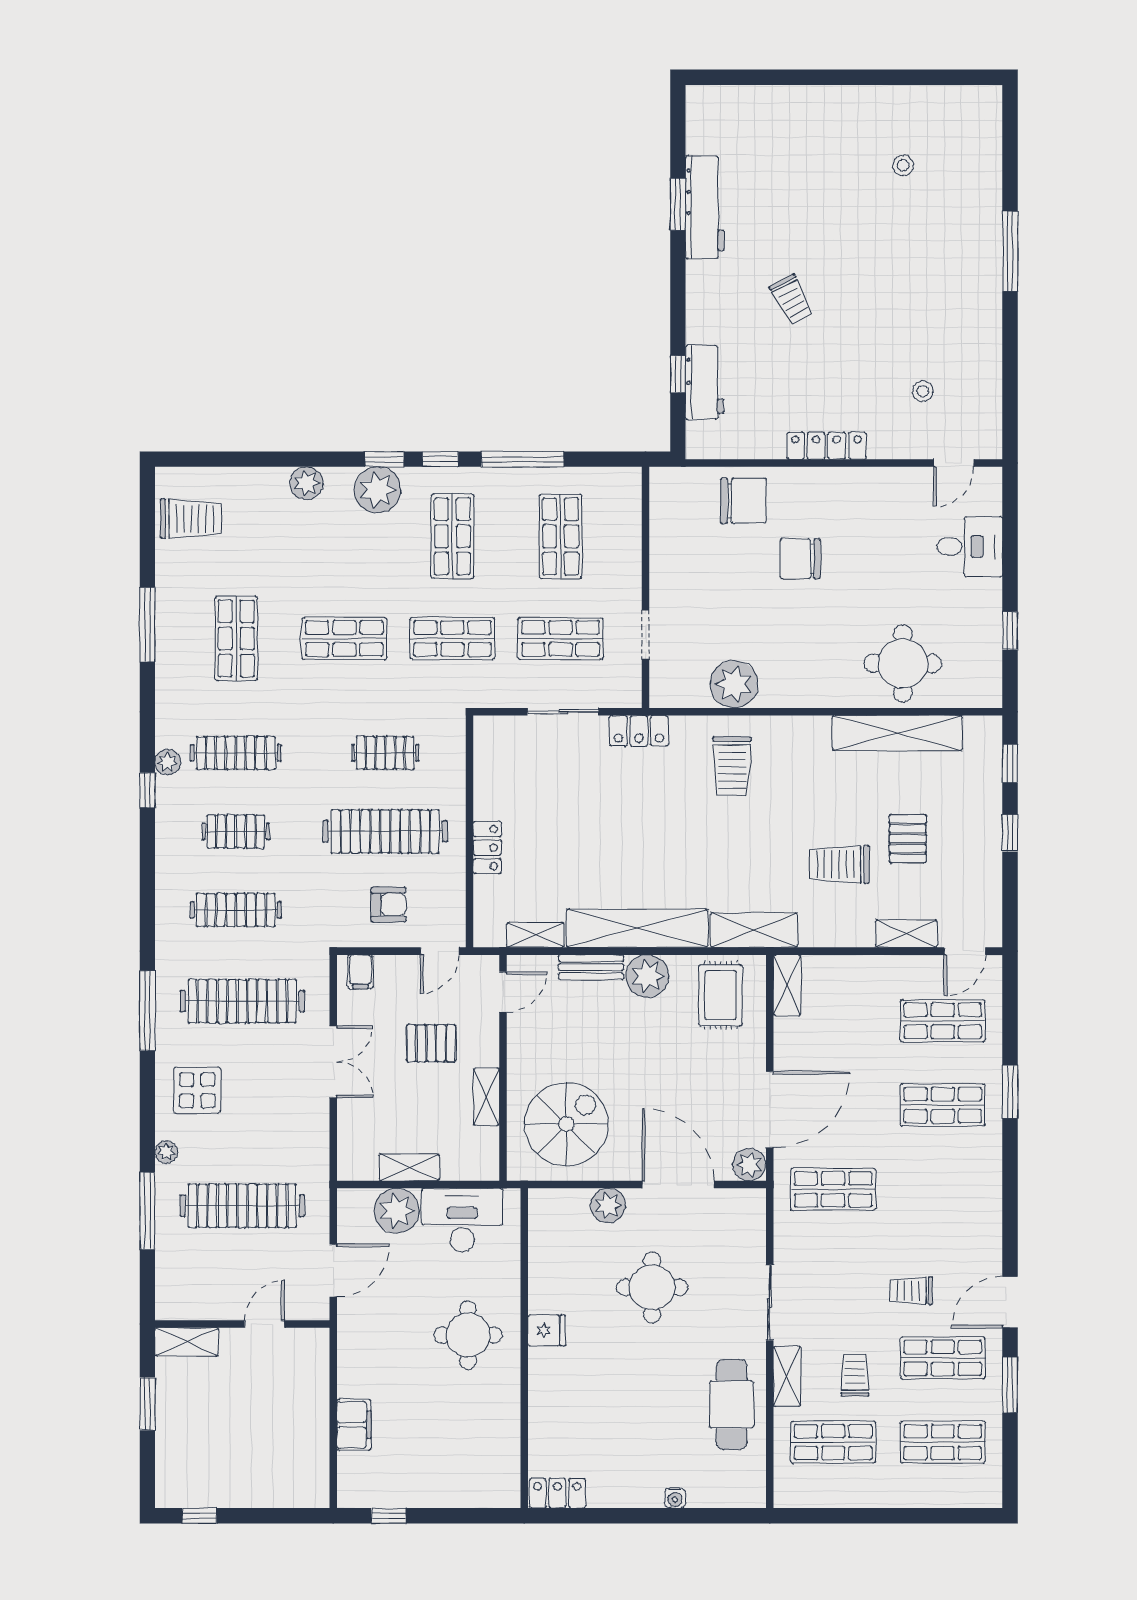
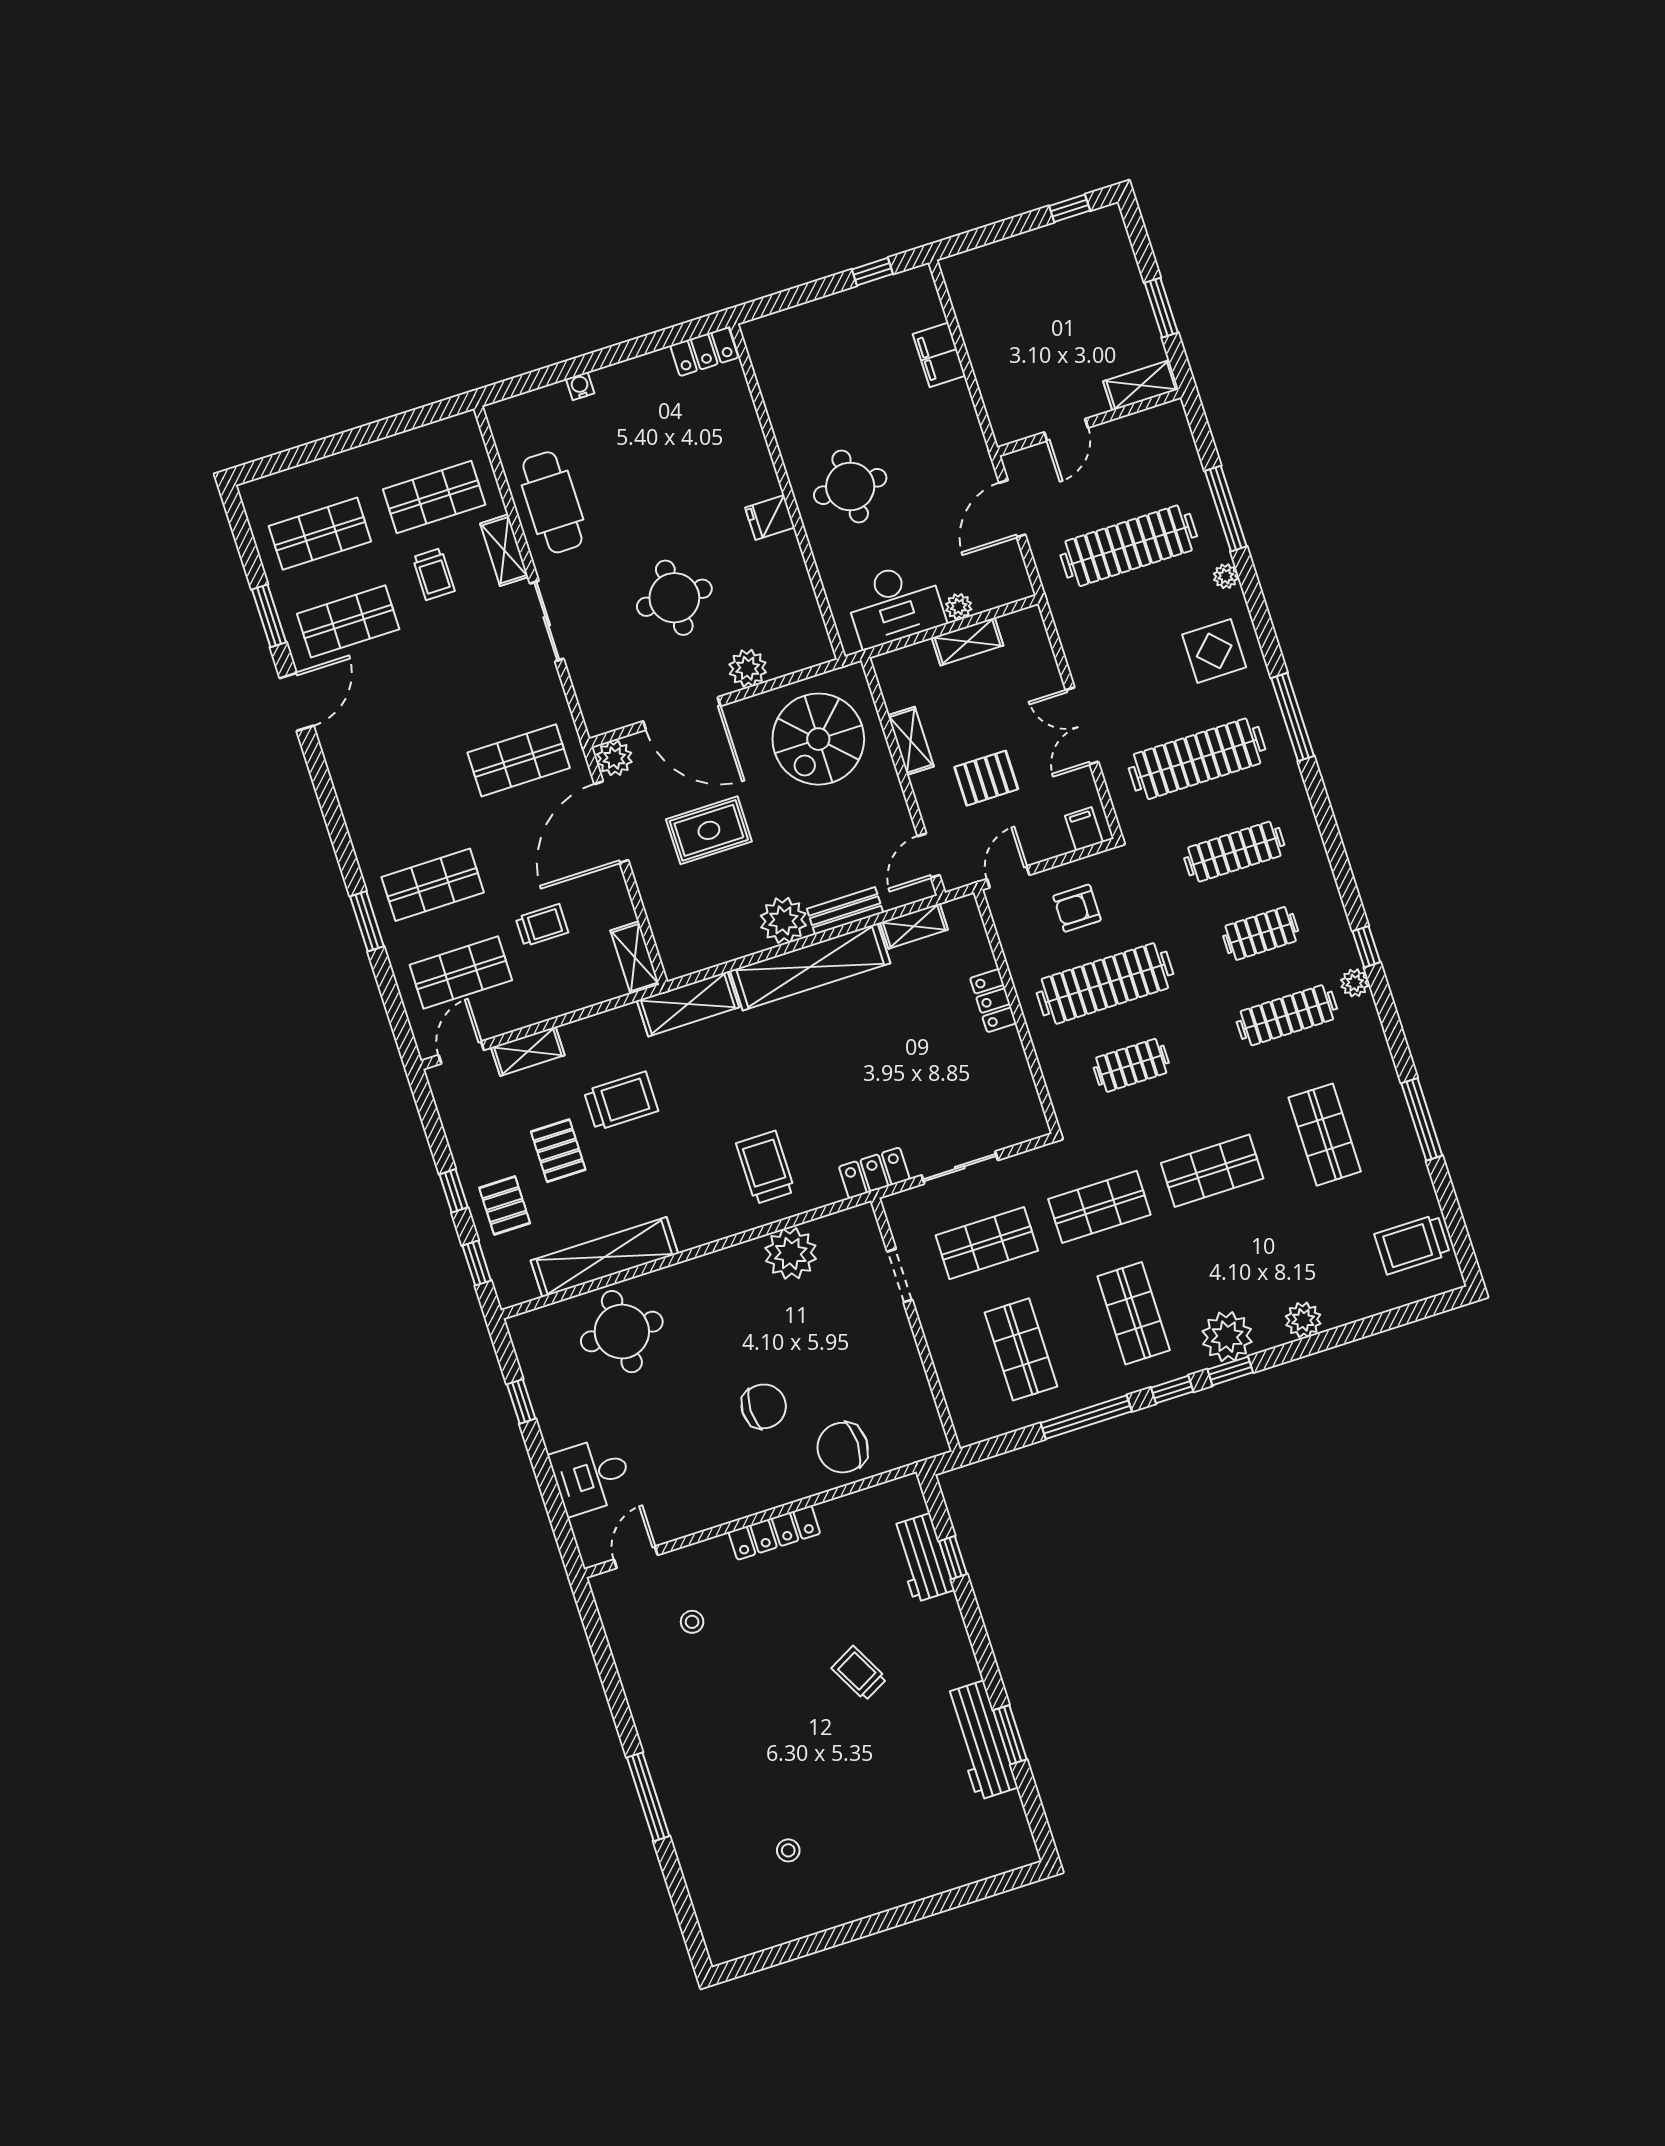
pallet: (970, 806) -> (505, 1205), added
rug: (721, 995) -> (709, 830), moved, turned 90
plant: (397, 1211) -> (959, 607), width x0.53, depth x0.53
trolley: (911, 1291) -> (542, 925), moved

